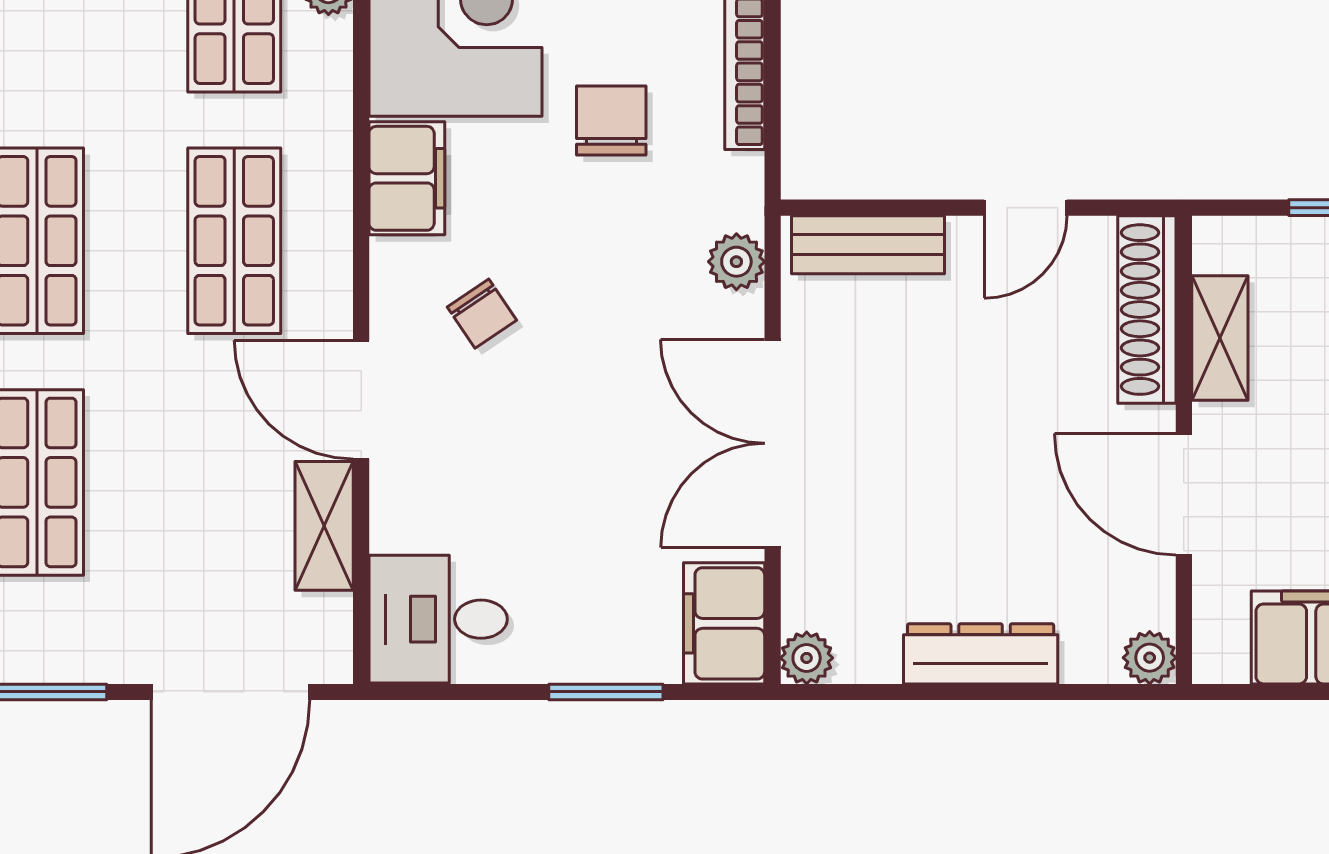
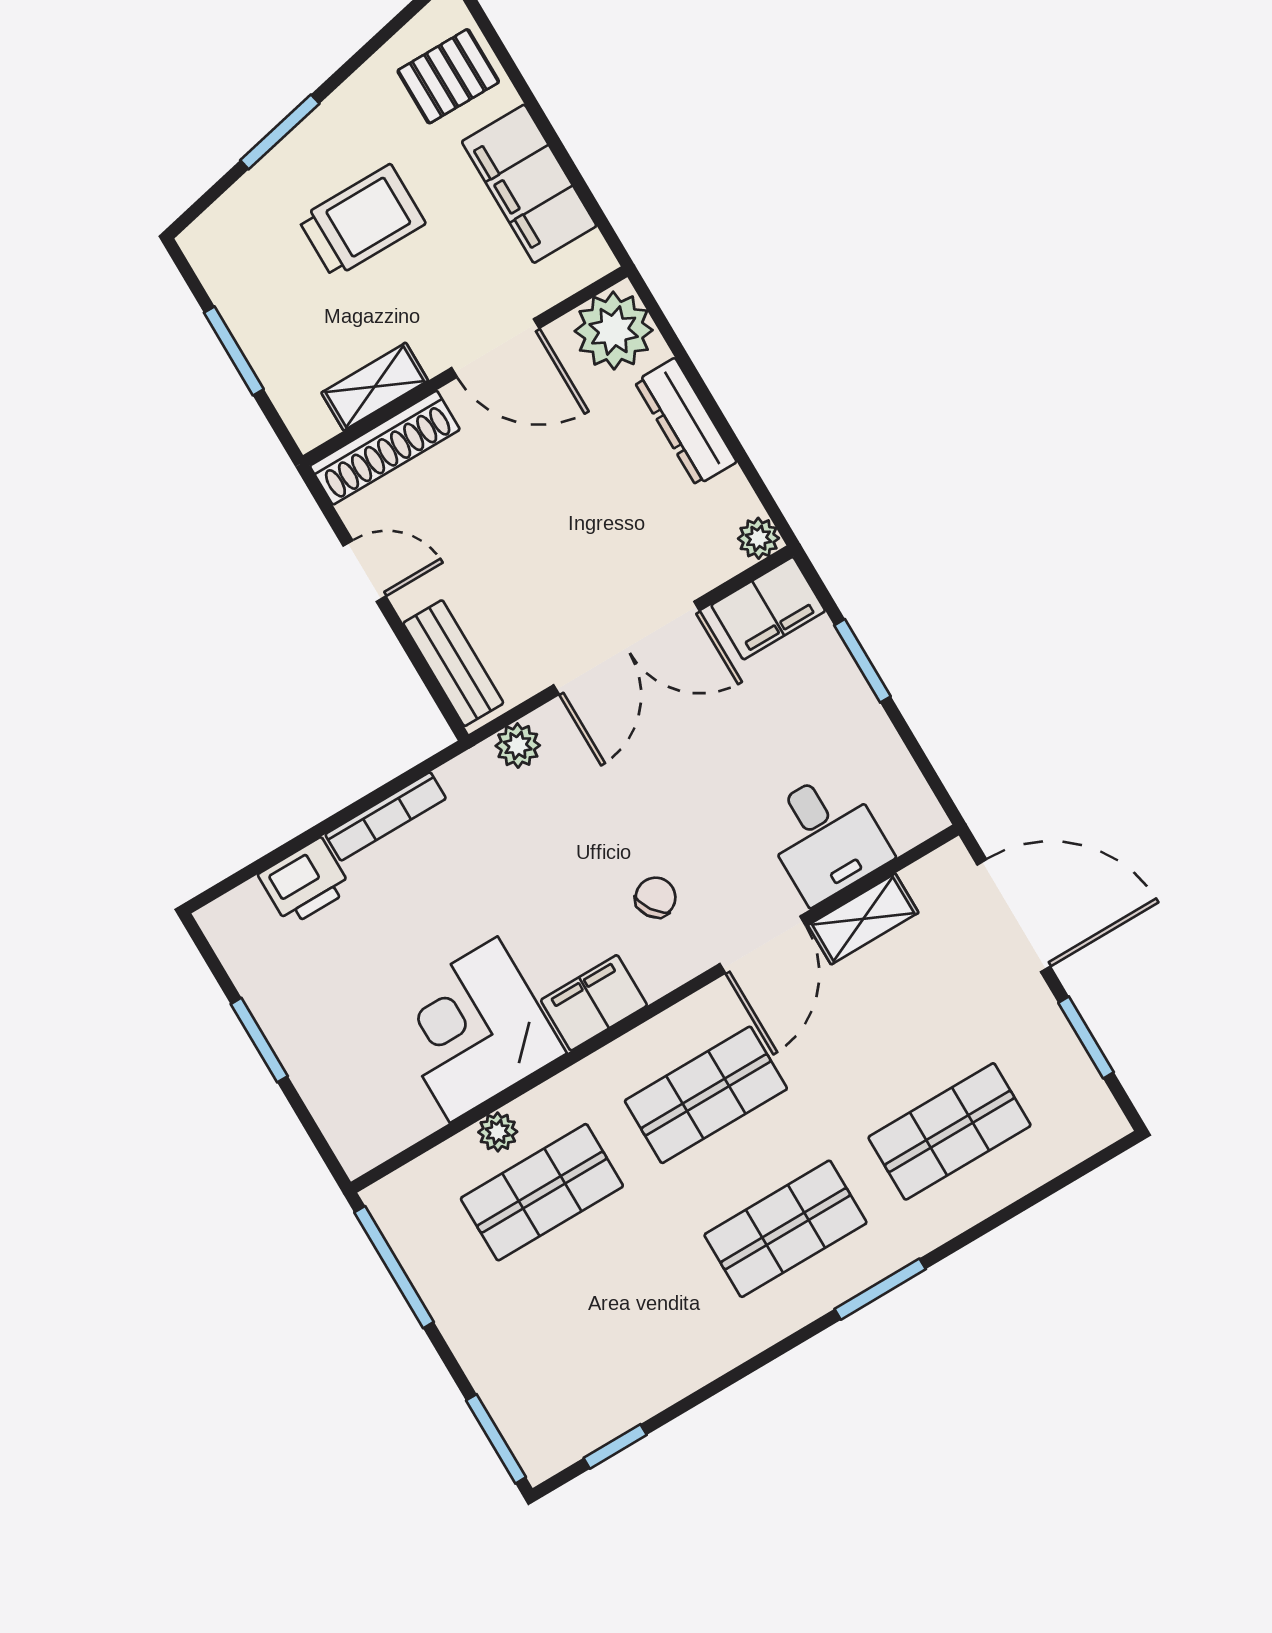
chair: (611, 121) -> (472, 887), removed
door: (1184, 494) -> (495, 348), hinge flipped
desk: (438, 619) -> (825, 837), moved
plant: (1150, 658) -> (614, 331), width x1.88, depth x1.88

